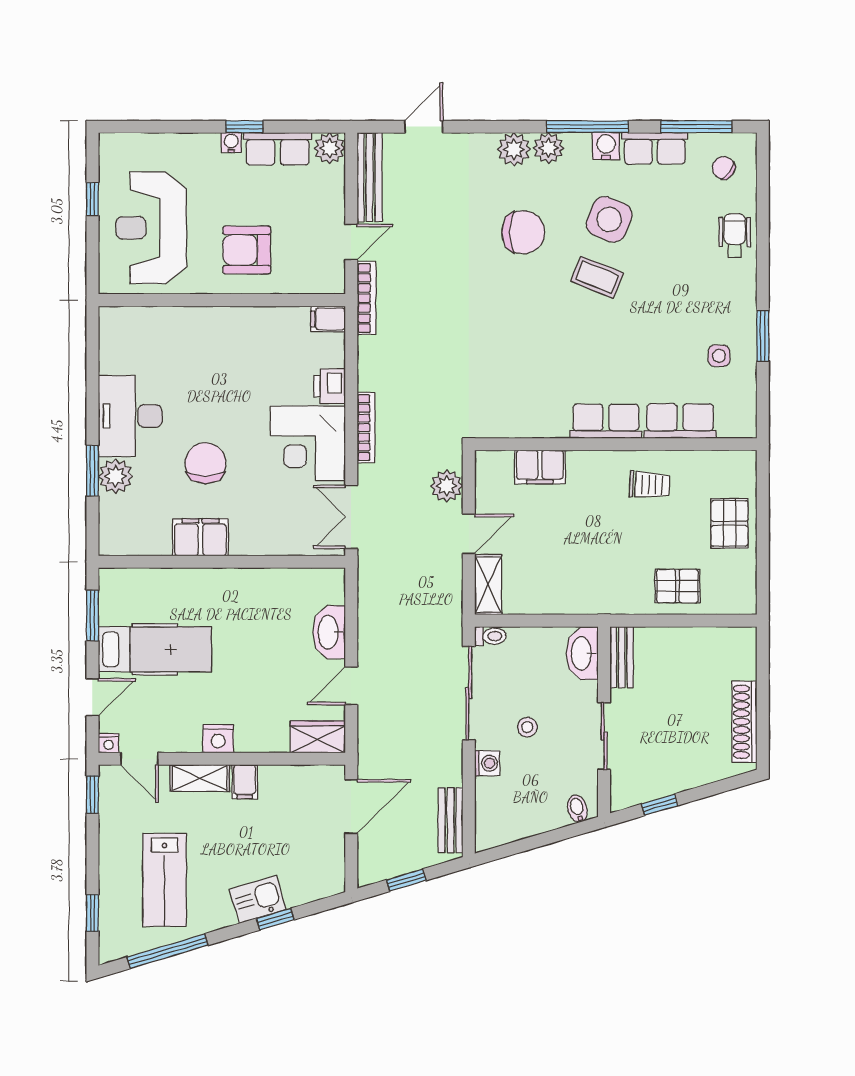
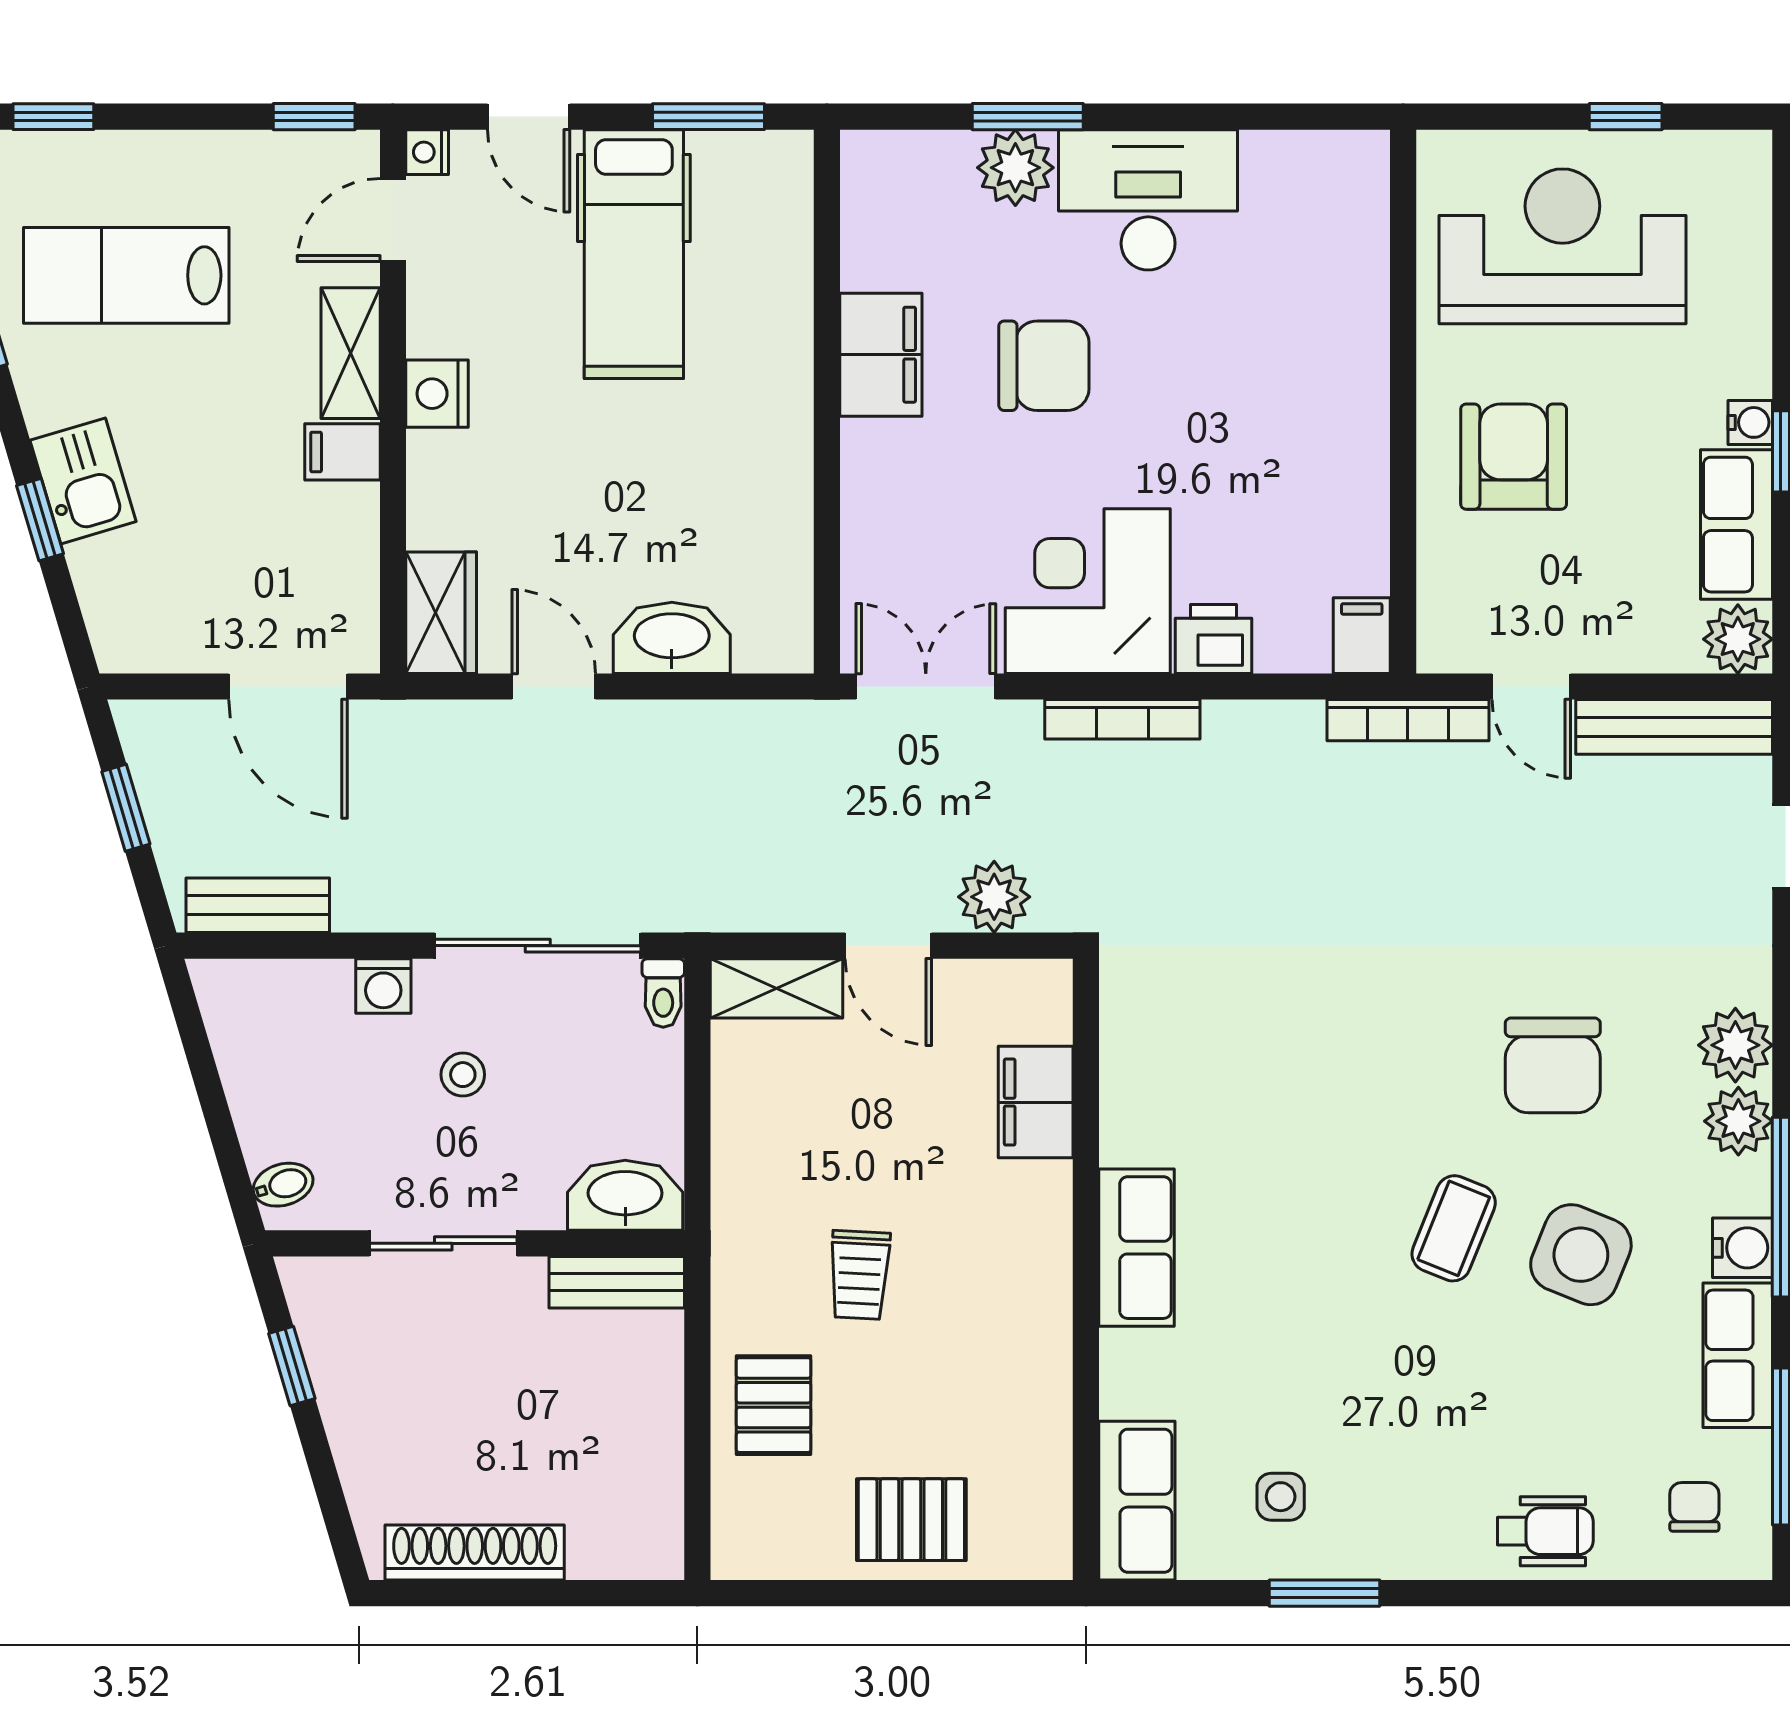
chair: (724, 168) -> (1694, 1507), turned -35
row of seats: (680, 421) -> (1137, 1501), moved
trolley: (649, 485) -> (860, 1275), moved

